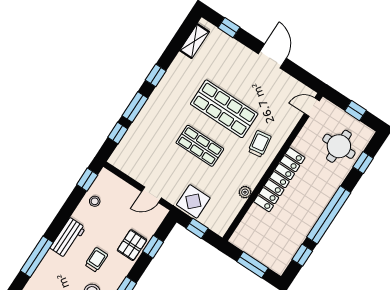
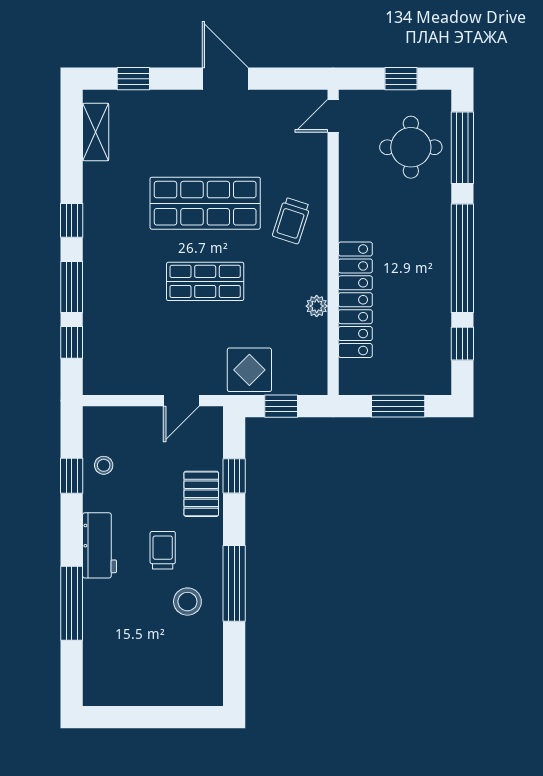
trolley: (260, 144) -> (291, 221), turned -153
window: (363, 163) -> (462, 148), width x2.17
window: (87, 180) -> (72, 476), moved
locker: (279, 180) -> (355, 300), moved

